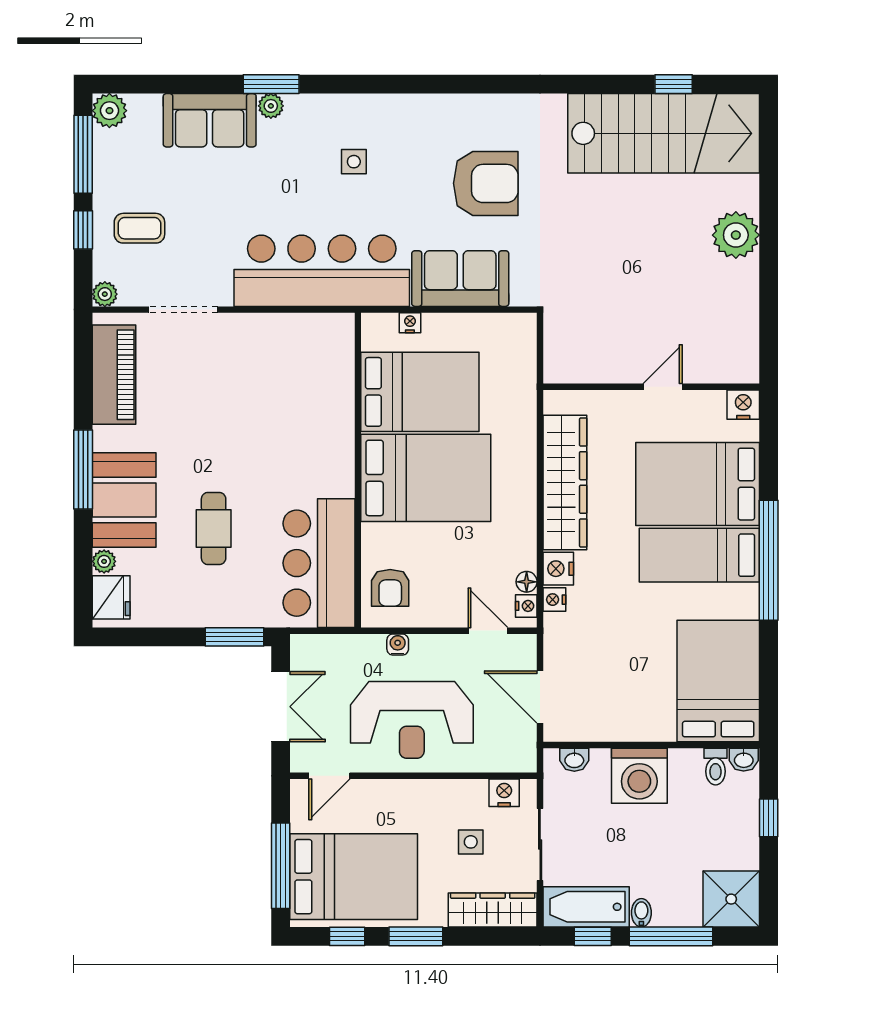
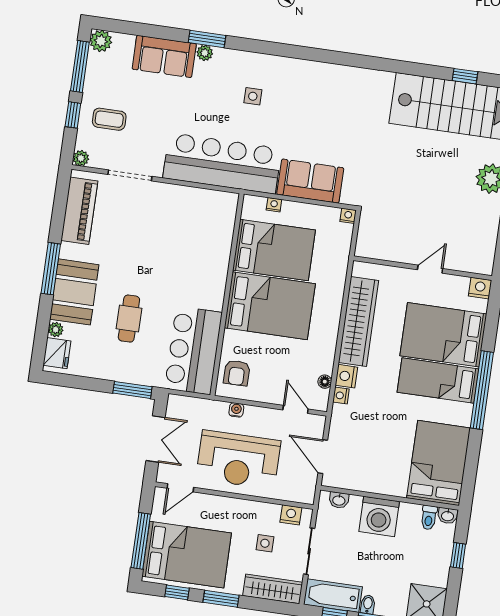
armchair: (486, 183) -> (335, 122), removed
nightstand: (526, 606) -> (348, 216), moved, turned -90

